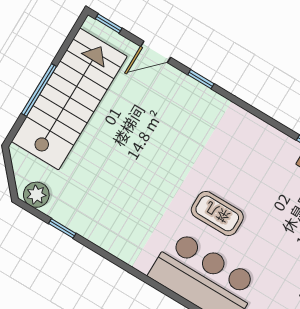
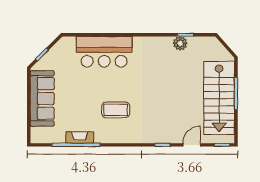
plant: (36, 195) -> (180, 43), moved
coffee table: (217, 213) -> (116, 110), moved

